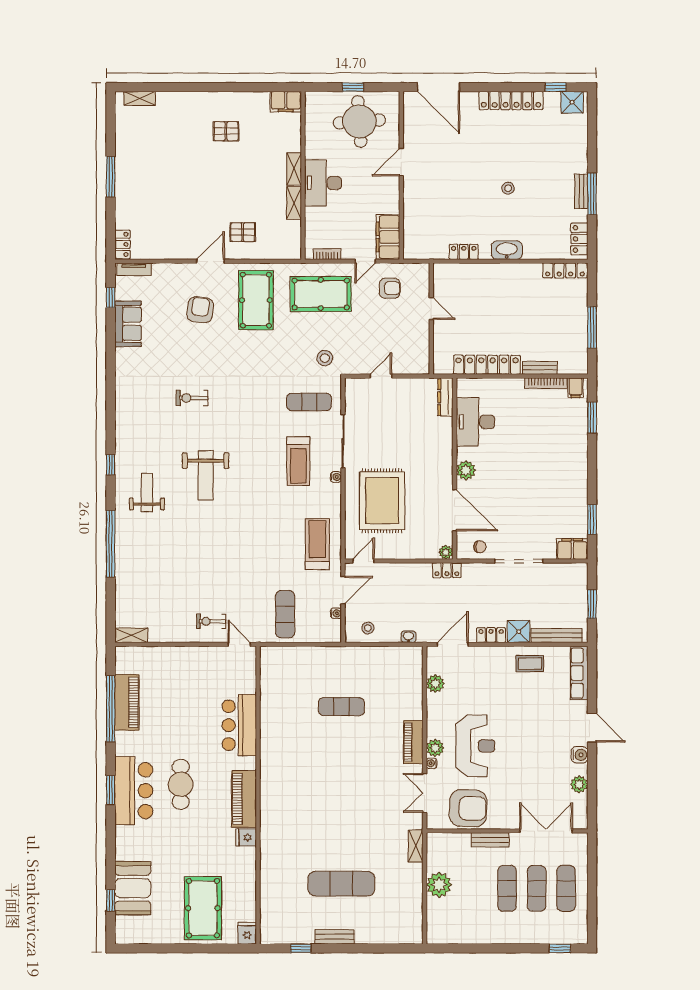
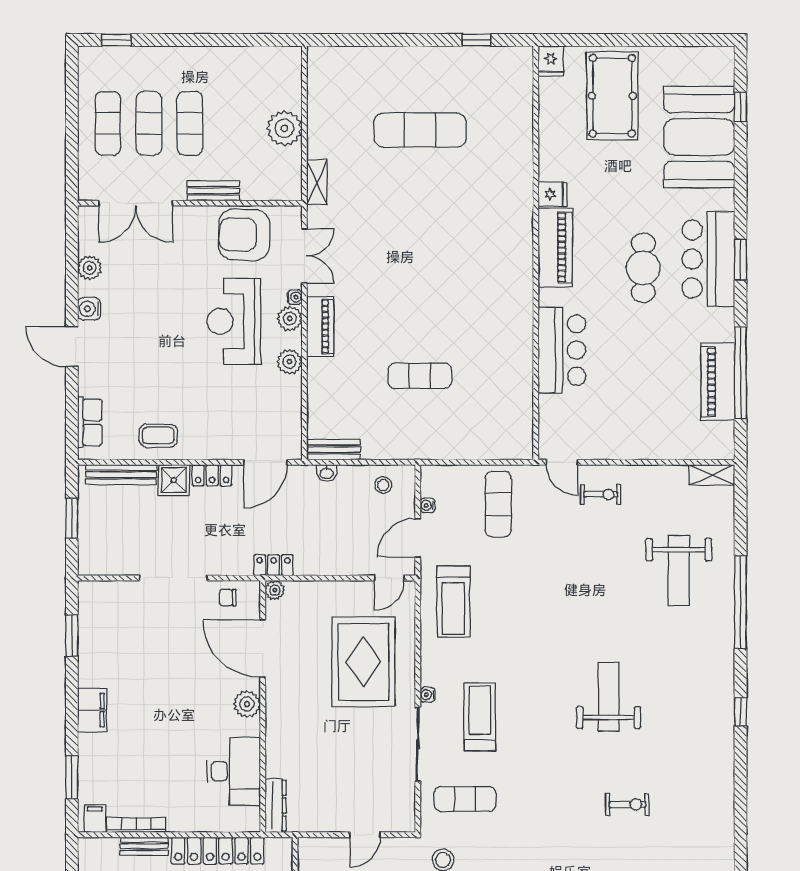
weight bench: (147, 493) -> (679, 571), moved, width x1.36, depth x1.33
filing cabinet: (572, 549) -> (92, 710), moved, turned -90
row of seats: (579, 673) -> (90, 422), width x0.68
plant: (435, 684) -> (290, 362), moved
booth: (133, 888) -> (699, 137), width x1.36, depth x1.42
bench: (335, 937) -> (334, 450), moved

